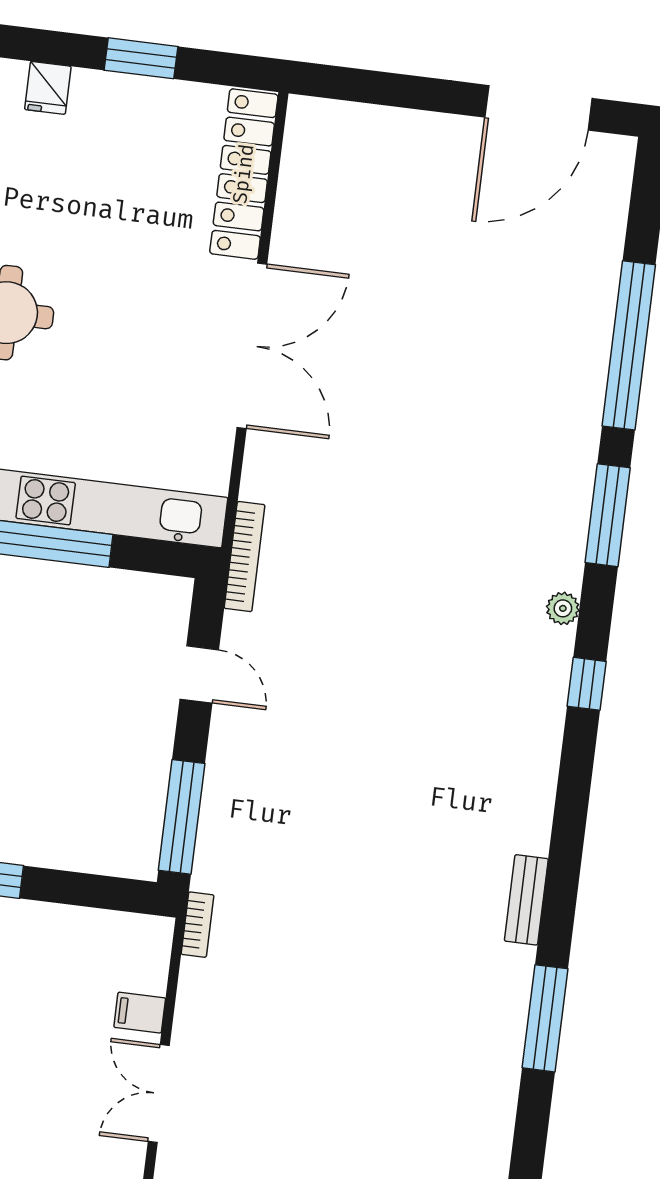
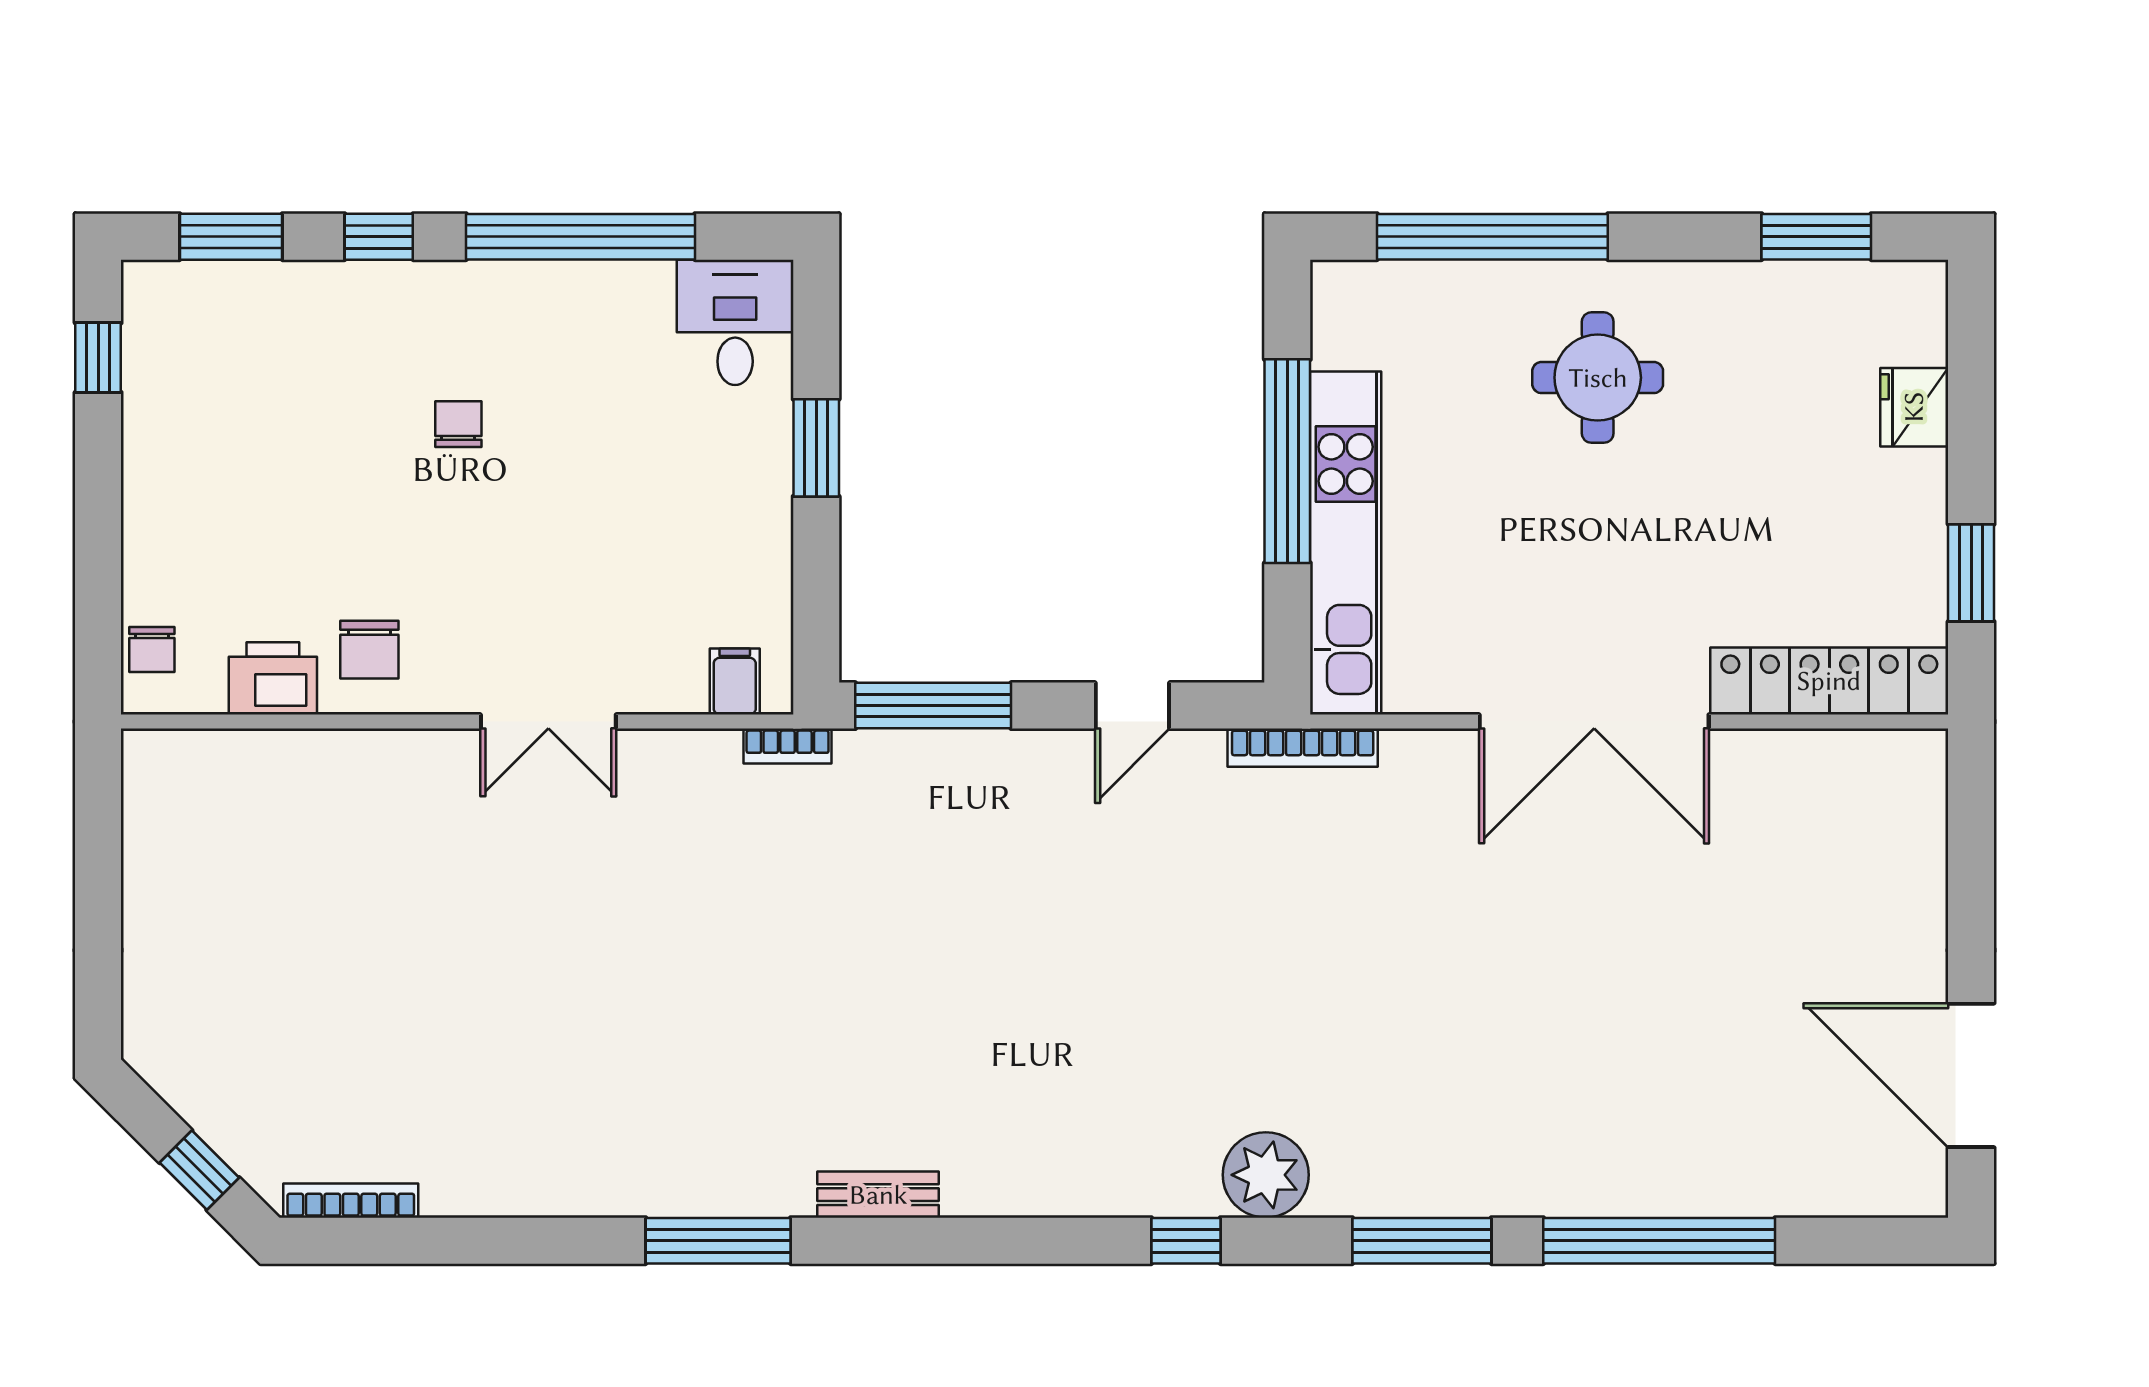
window: (141, 58) -> (1971, 573), moved
fridge: (48, 88) -> (1914, 407), width x1.38
plant: (563, 608) -> (1266, 1175), width x1.88, depth x1.88
filing cabinet: (140, 1013) -> (735, 681), moved
double door: (159, 1093) -> (548, 722), swing flipped

